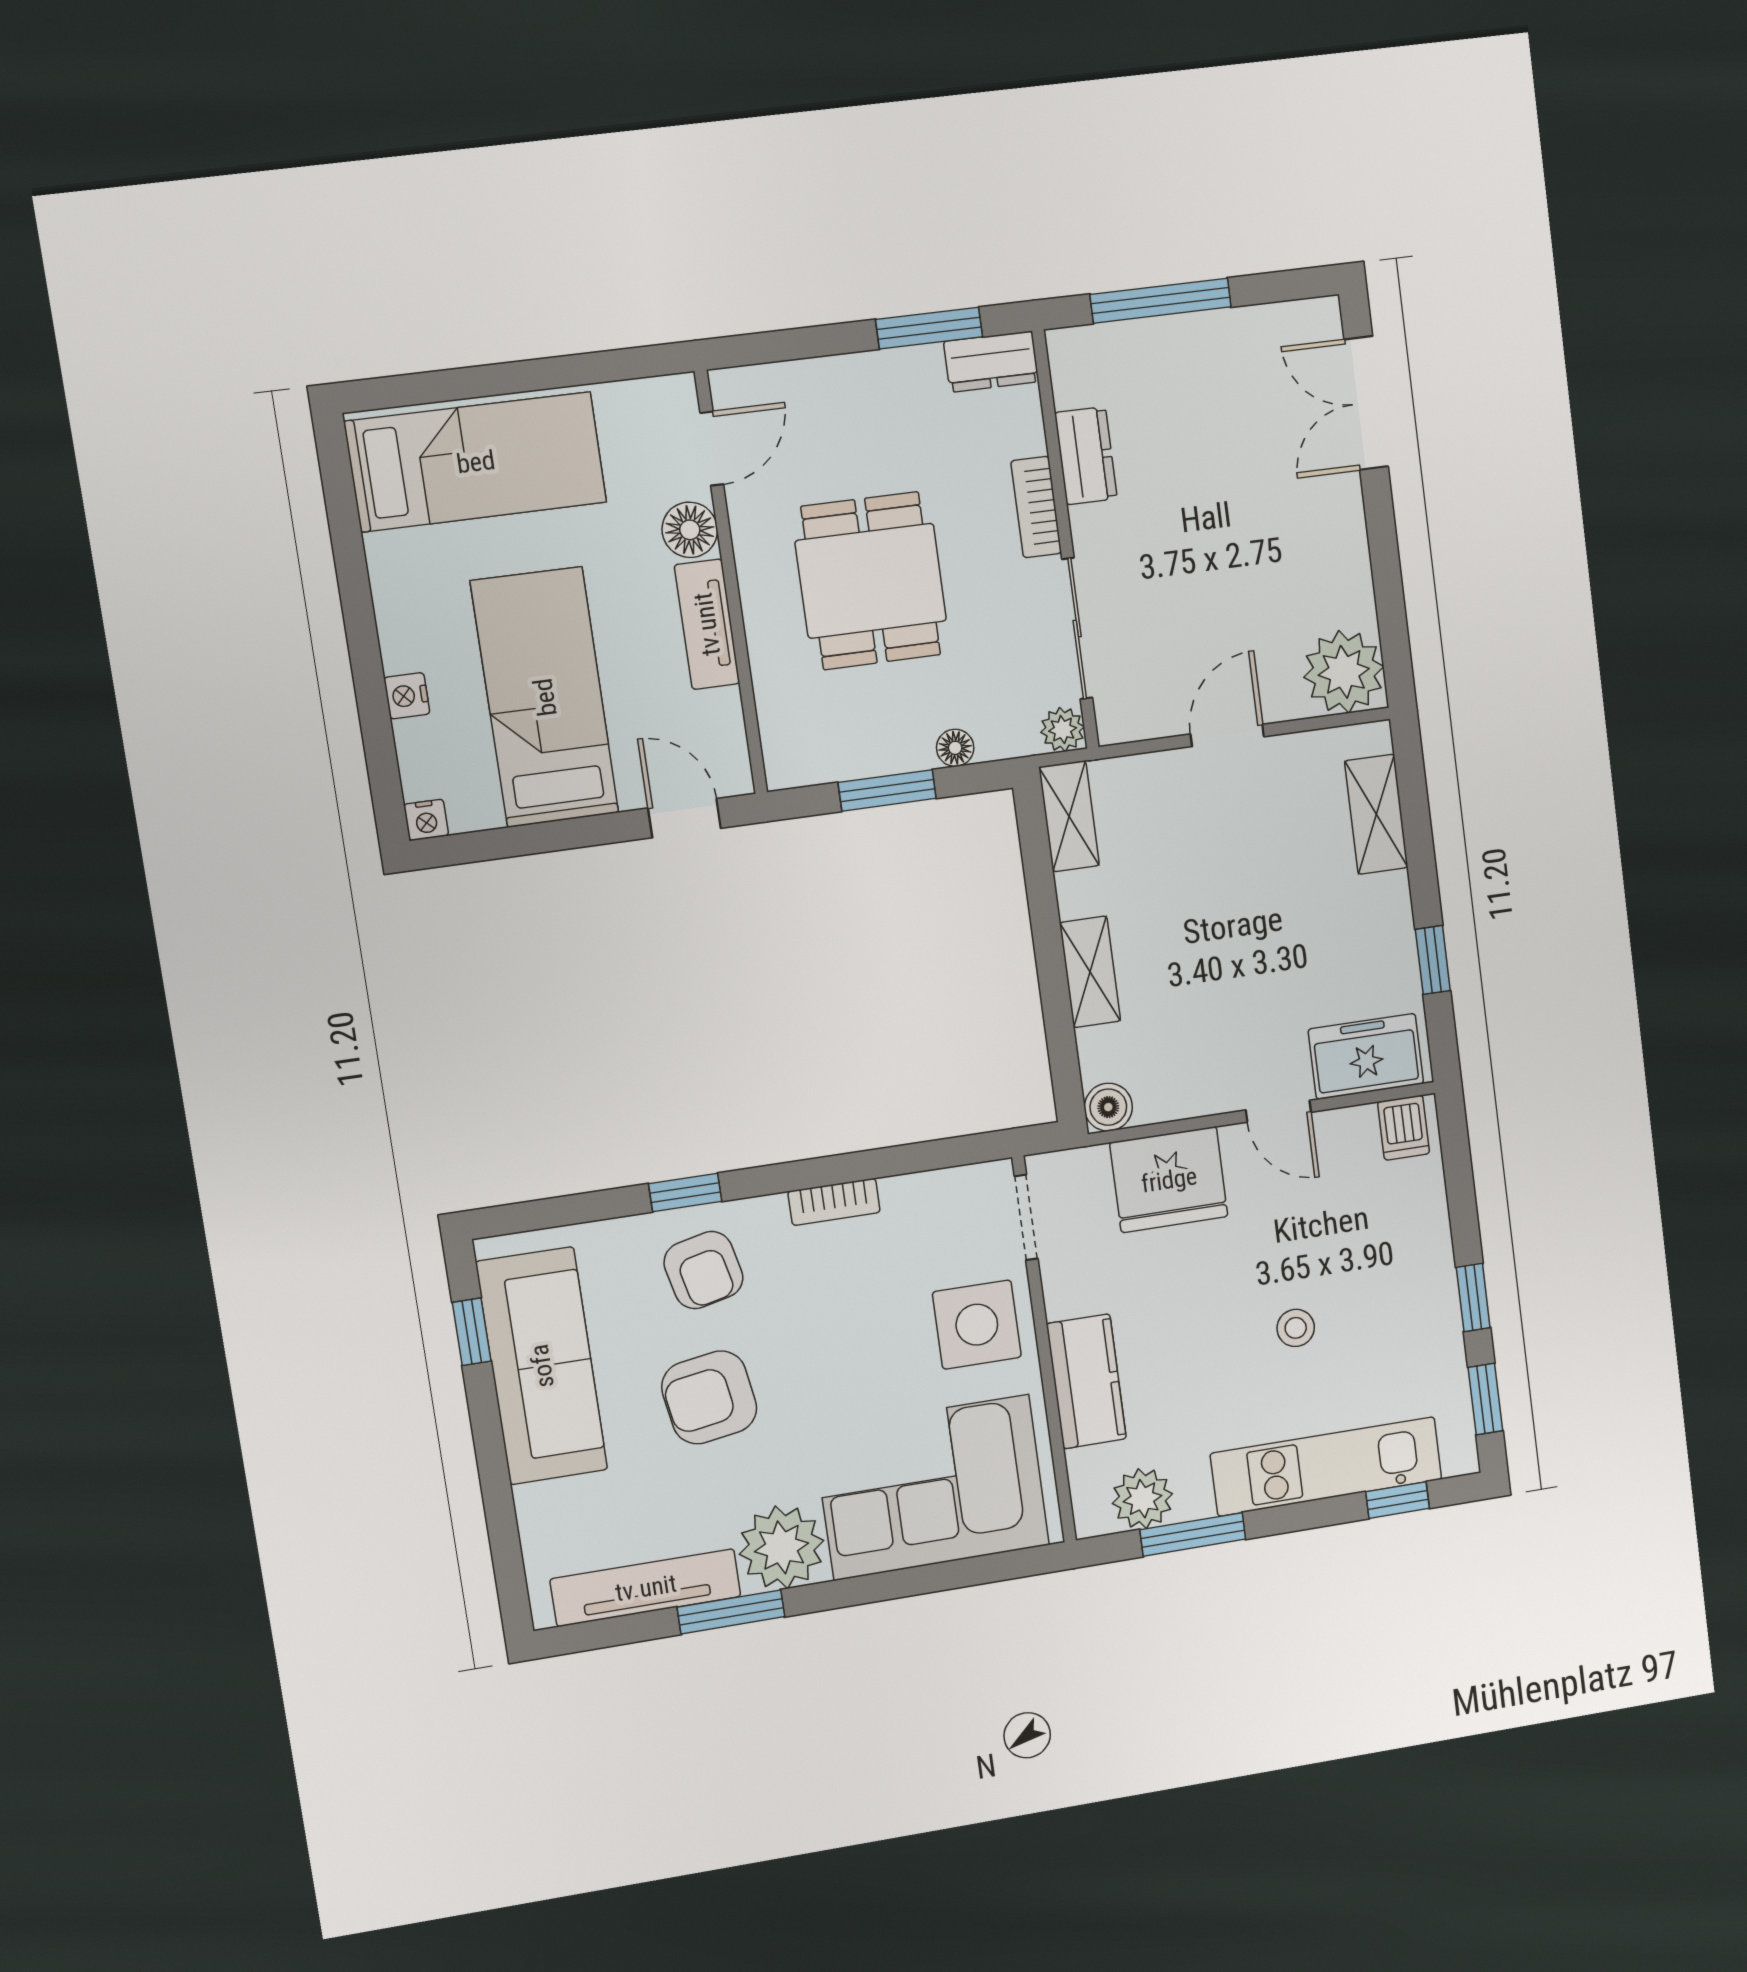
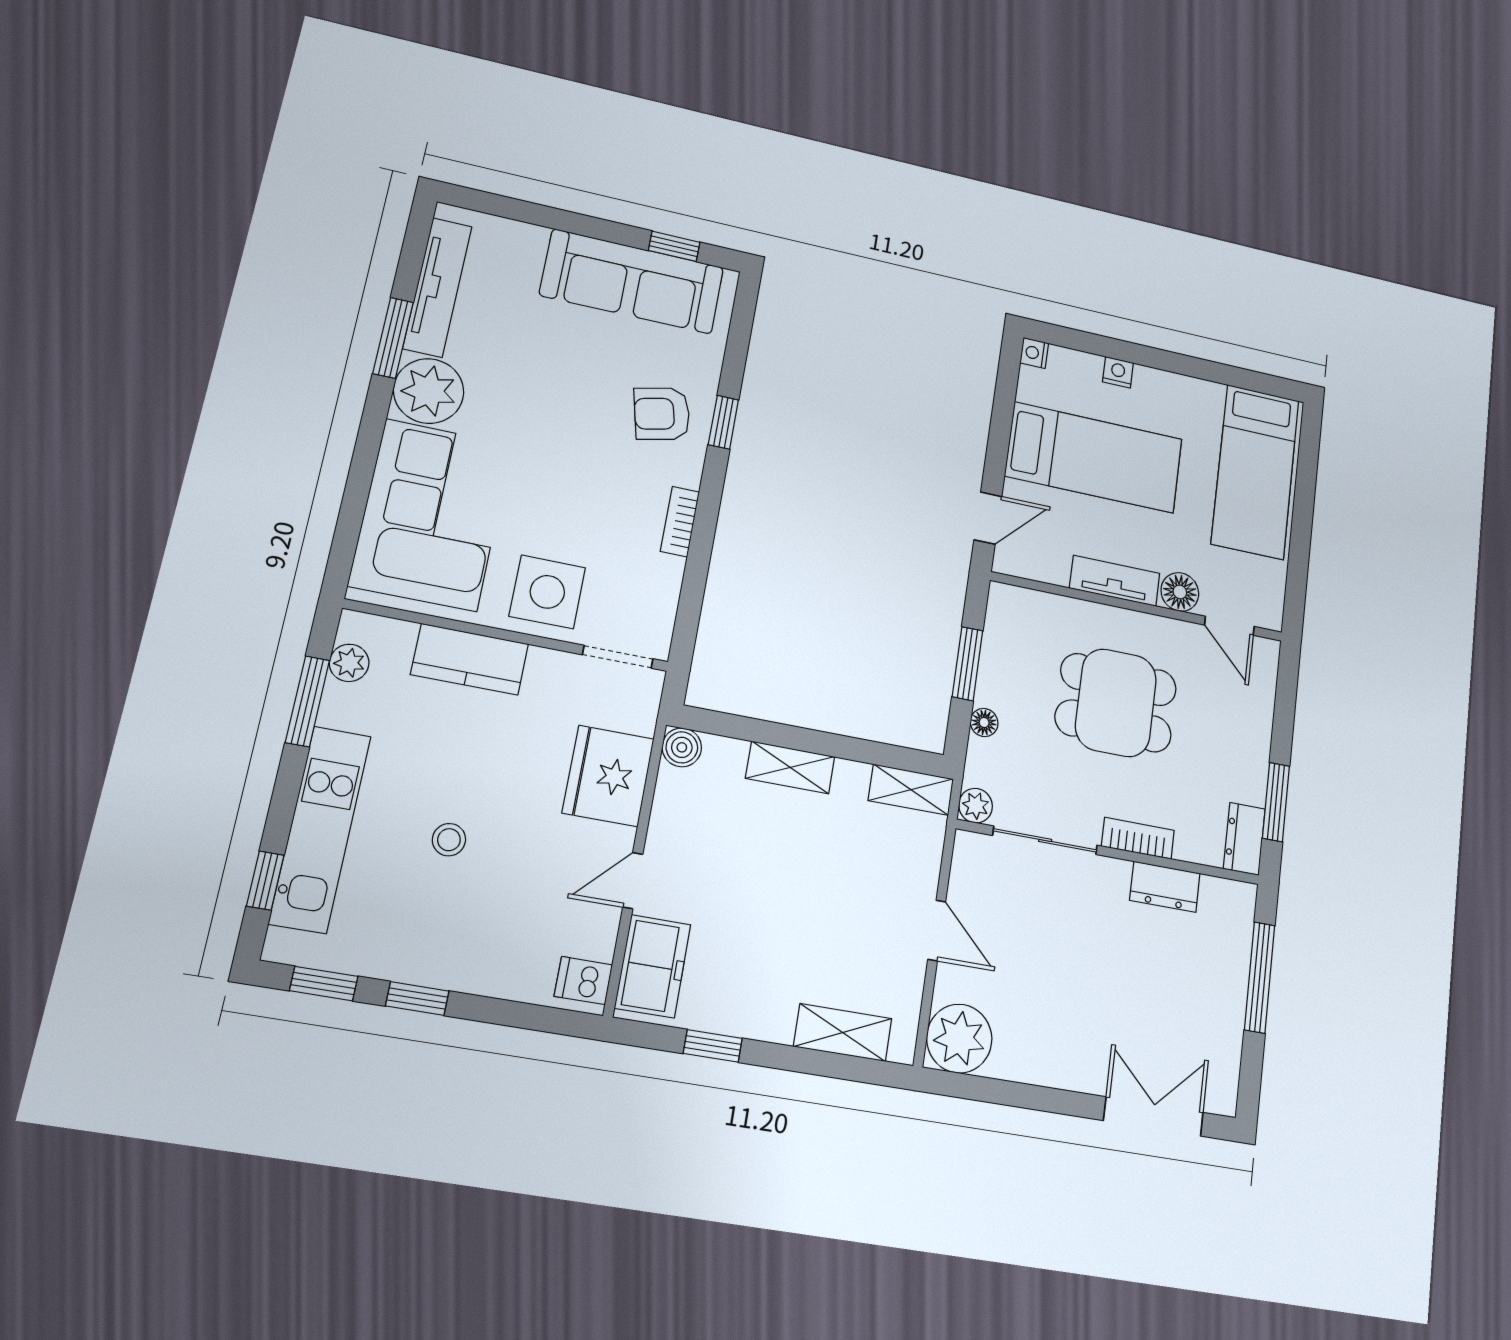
armchair: (709, 1397) -> (565, 383), removed
plant: (1142, 1499) -> (349, 663), width x0.73, depth x0.73

